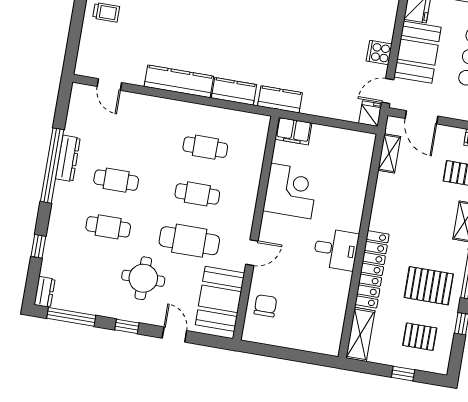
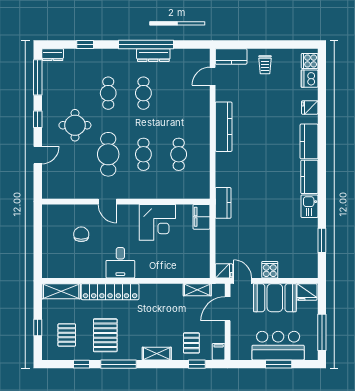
kitchen counter: (234, 91) -> (231, 56), moved, turned 90
booth: (220, 299) -> (69, 184), removed
chair: (265, 306) -> (81, 234), moved, turned -90

